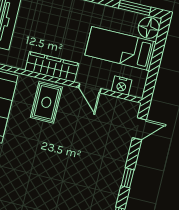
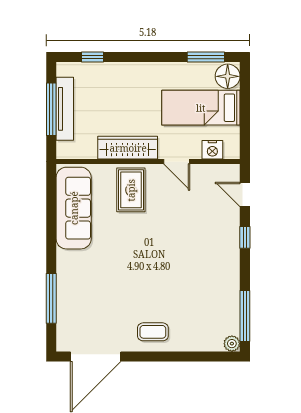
door: (139, 129) -> (245, 194), swing flipped
window: (128, 178) -> (245, 237), moved

